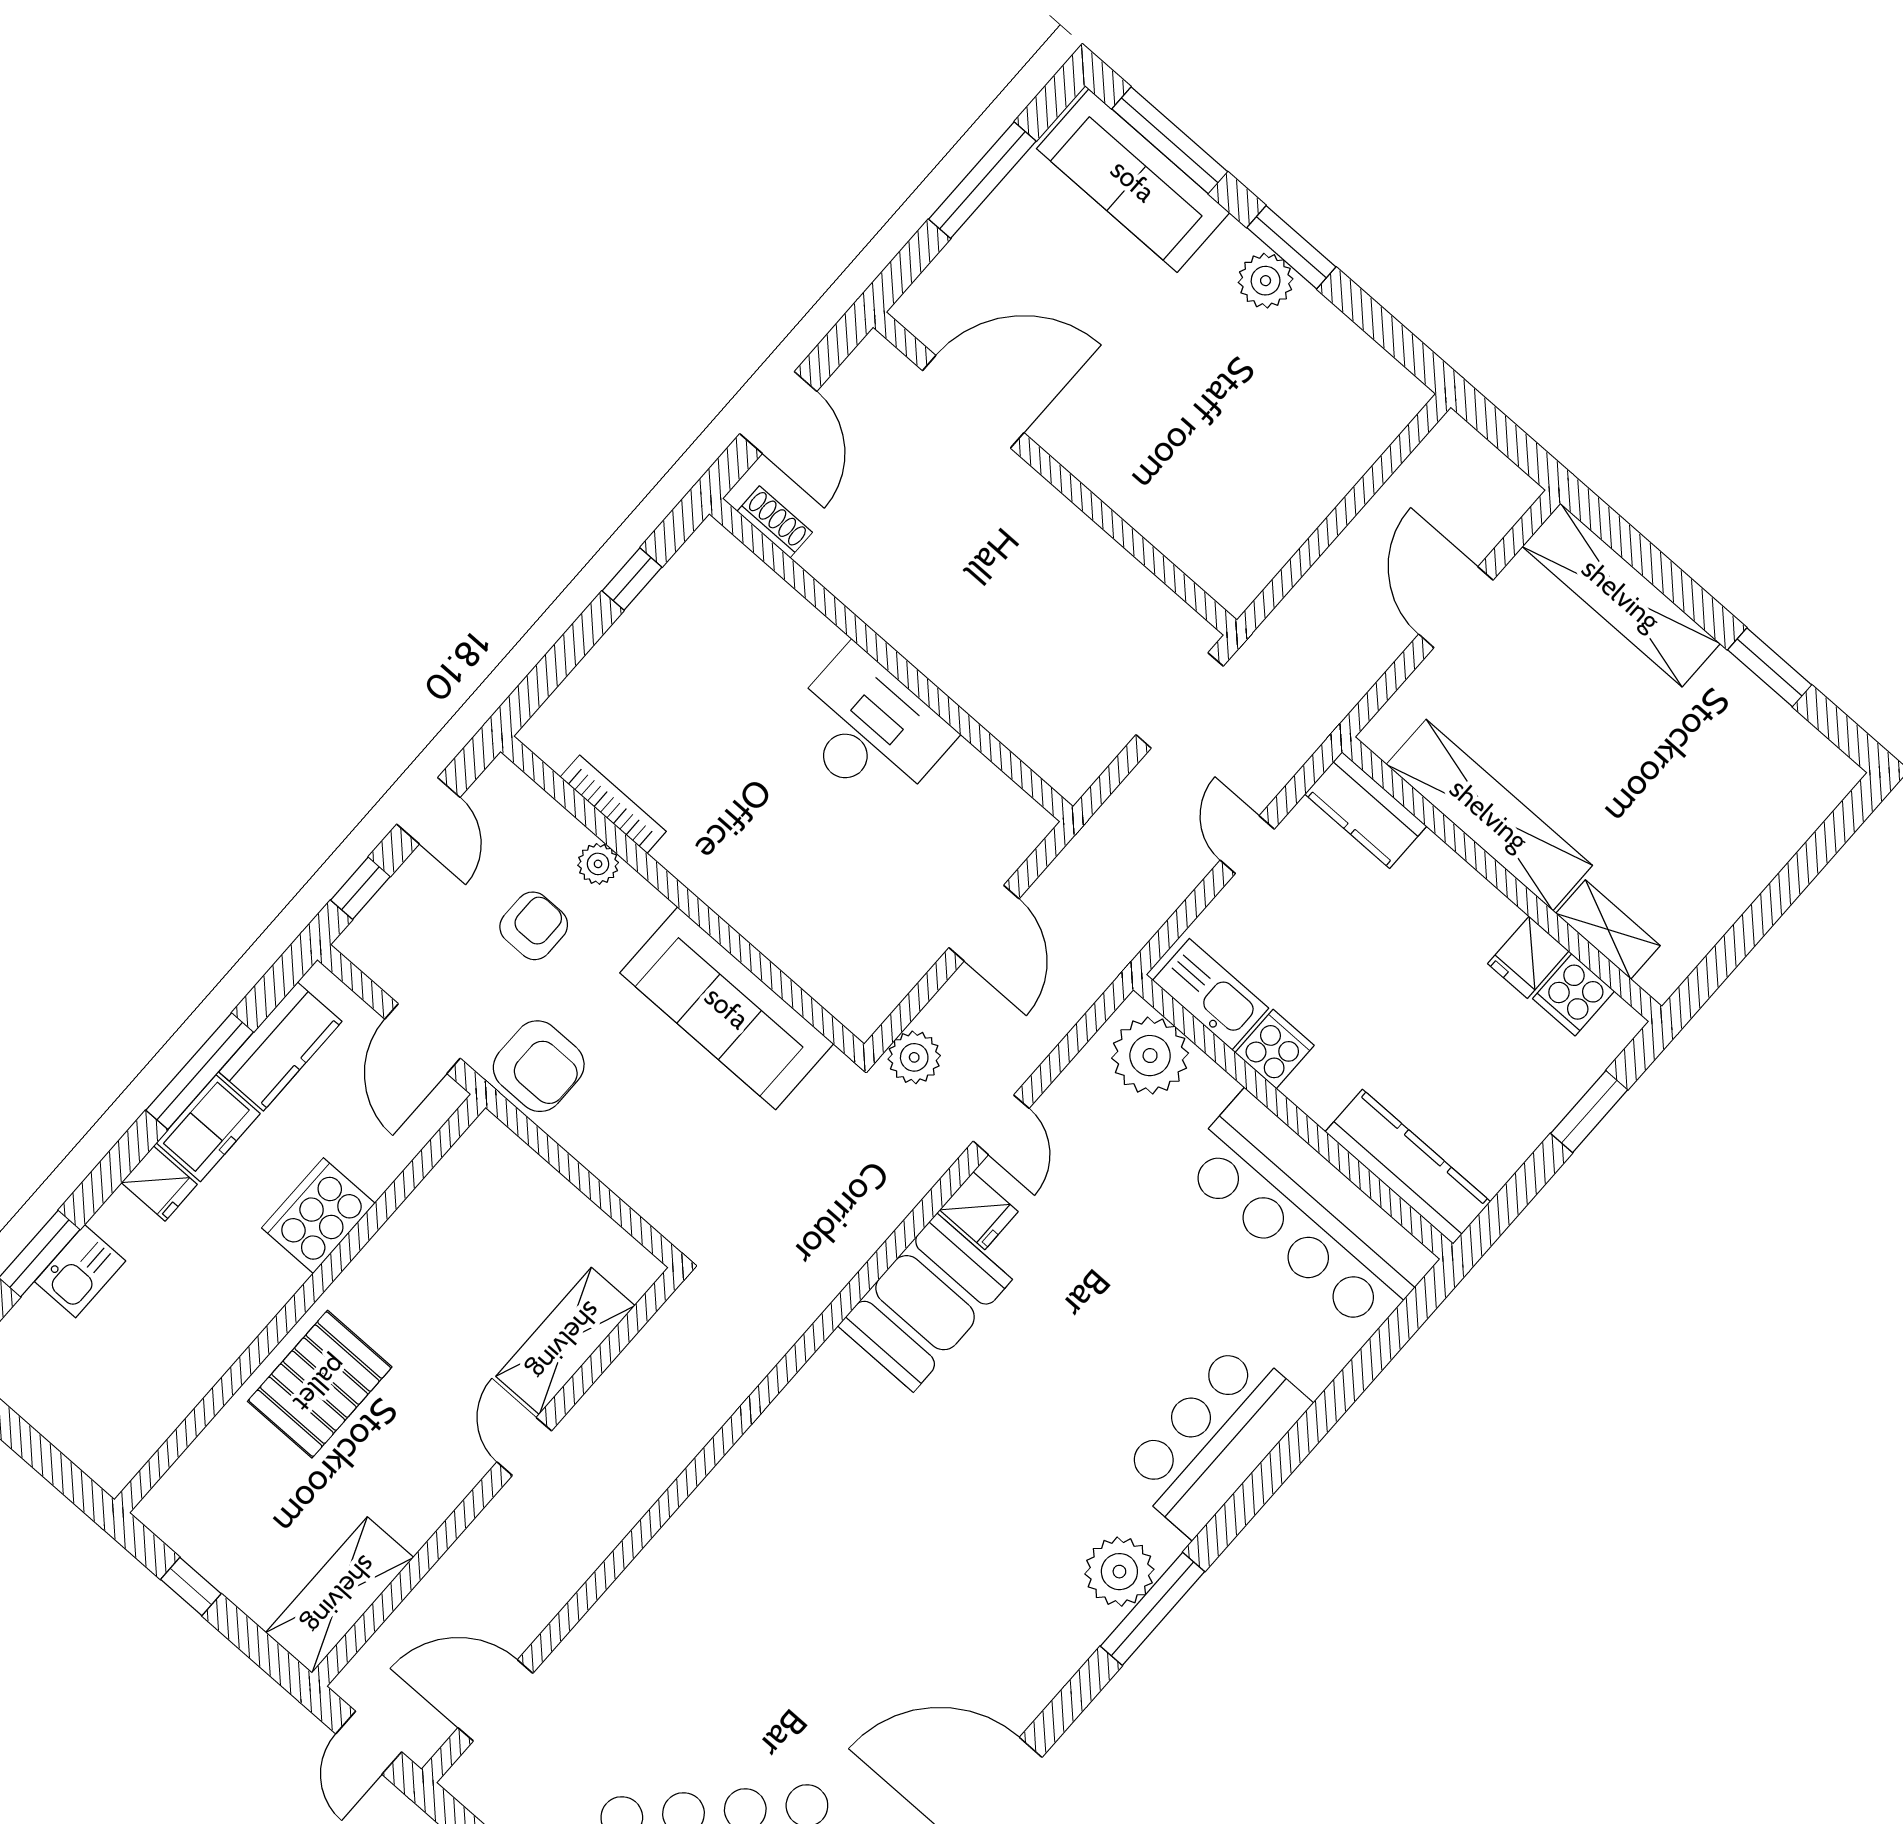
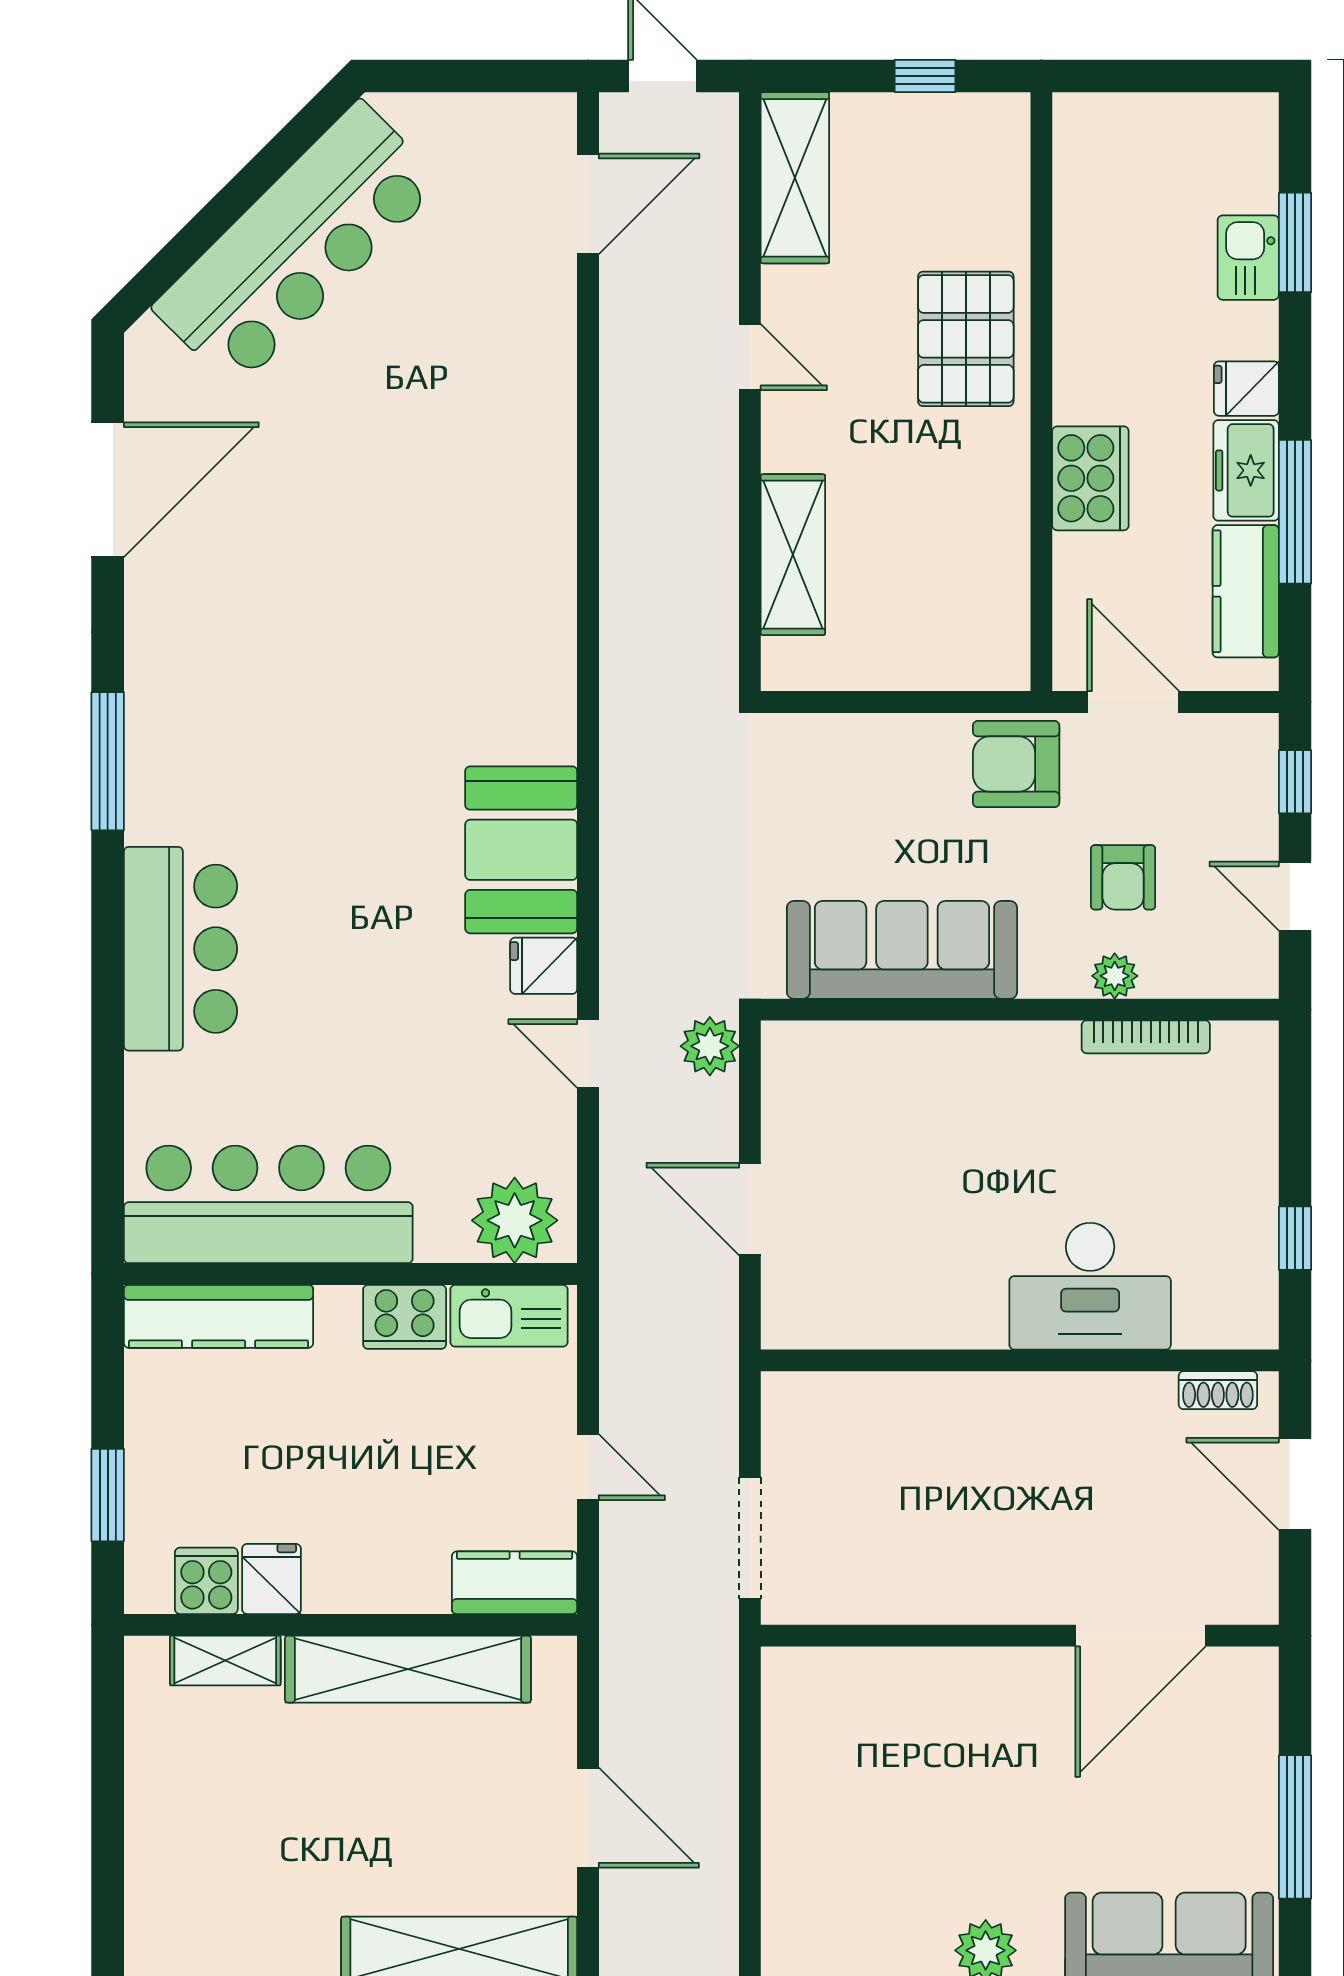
desk: (869, 729) -> (1090, 1286), moved
cooker: (1275, 1049) -> (405, 1317), width x1.36
door: (524, 1446) -> (750, 357), moved
plant: (1119, 1572) -> (162, 768), removed

